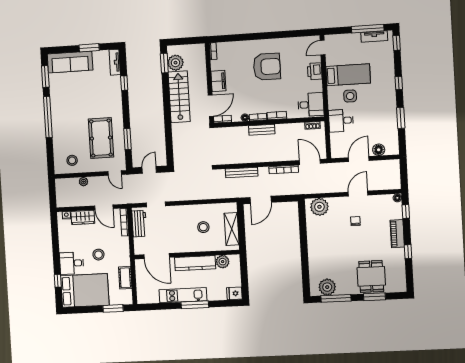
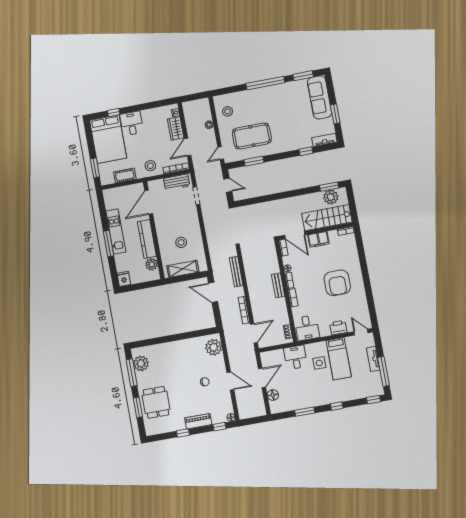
tv unit: (374, 37) -> (373, 359), moved
stairs: (179, 97) -> (327, 218), moved, turned 180
door: (359, 159) -> (262, 378), hinge flipped
stool: (98, 255) -> (150, 166), moved
dining table: (371, 276) -> (156, 402), turned 90

